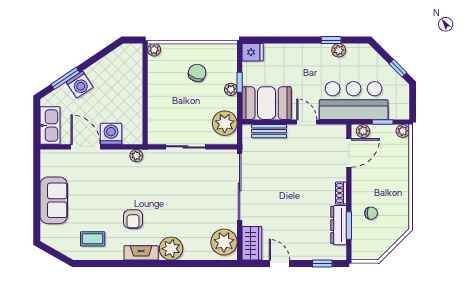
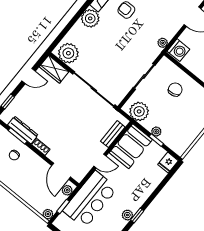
chair: (197, 73) -> (175, 90), moved, turned -124
washing machine: (111, 134) -> (178, 50), moved

